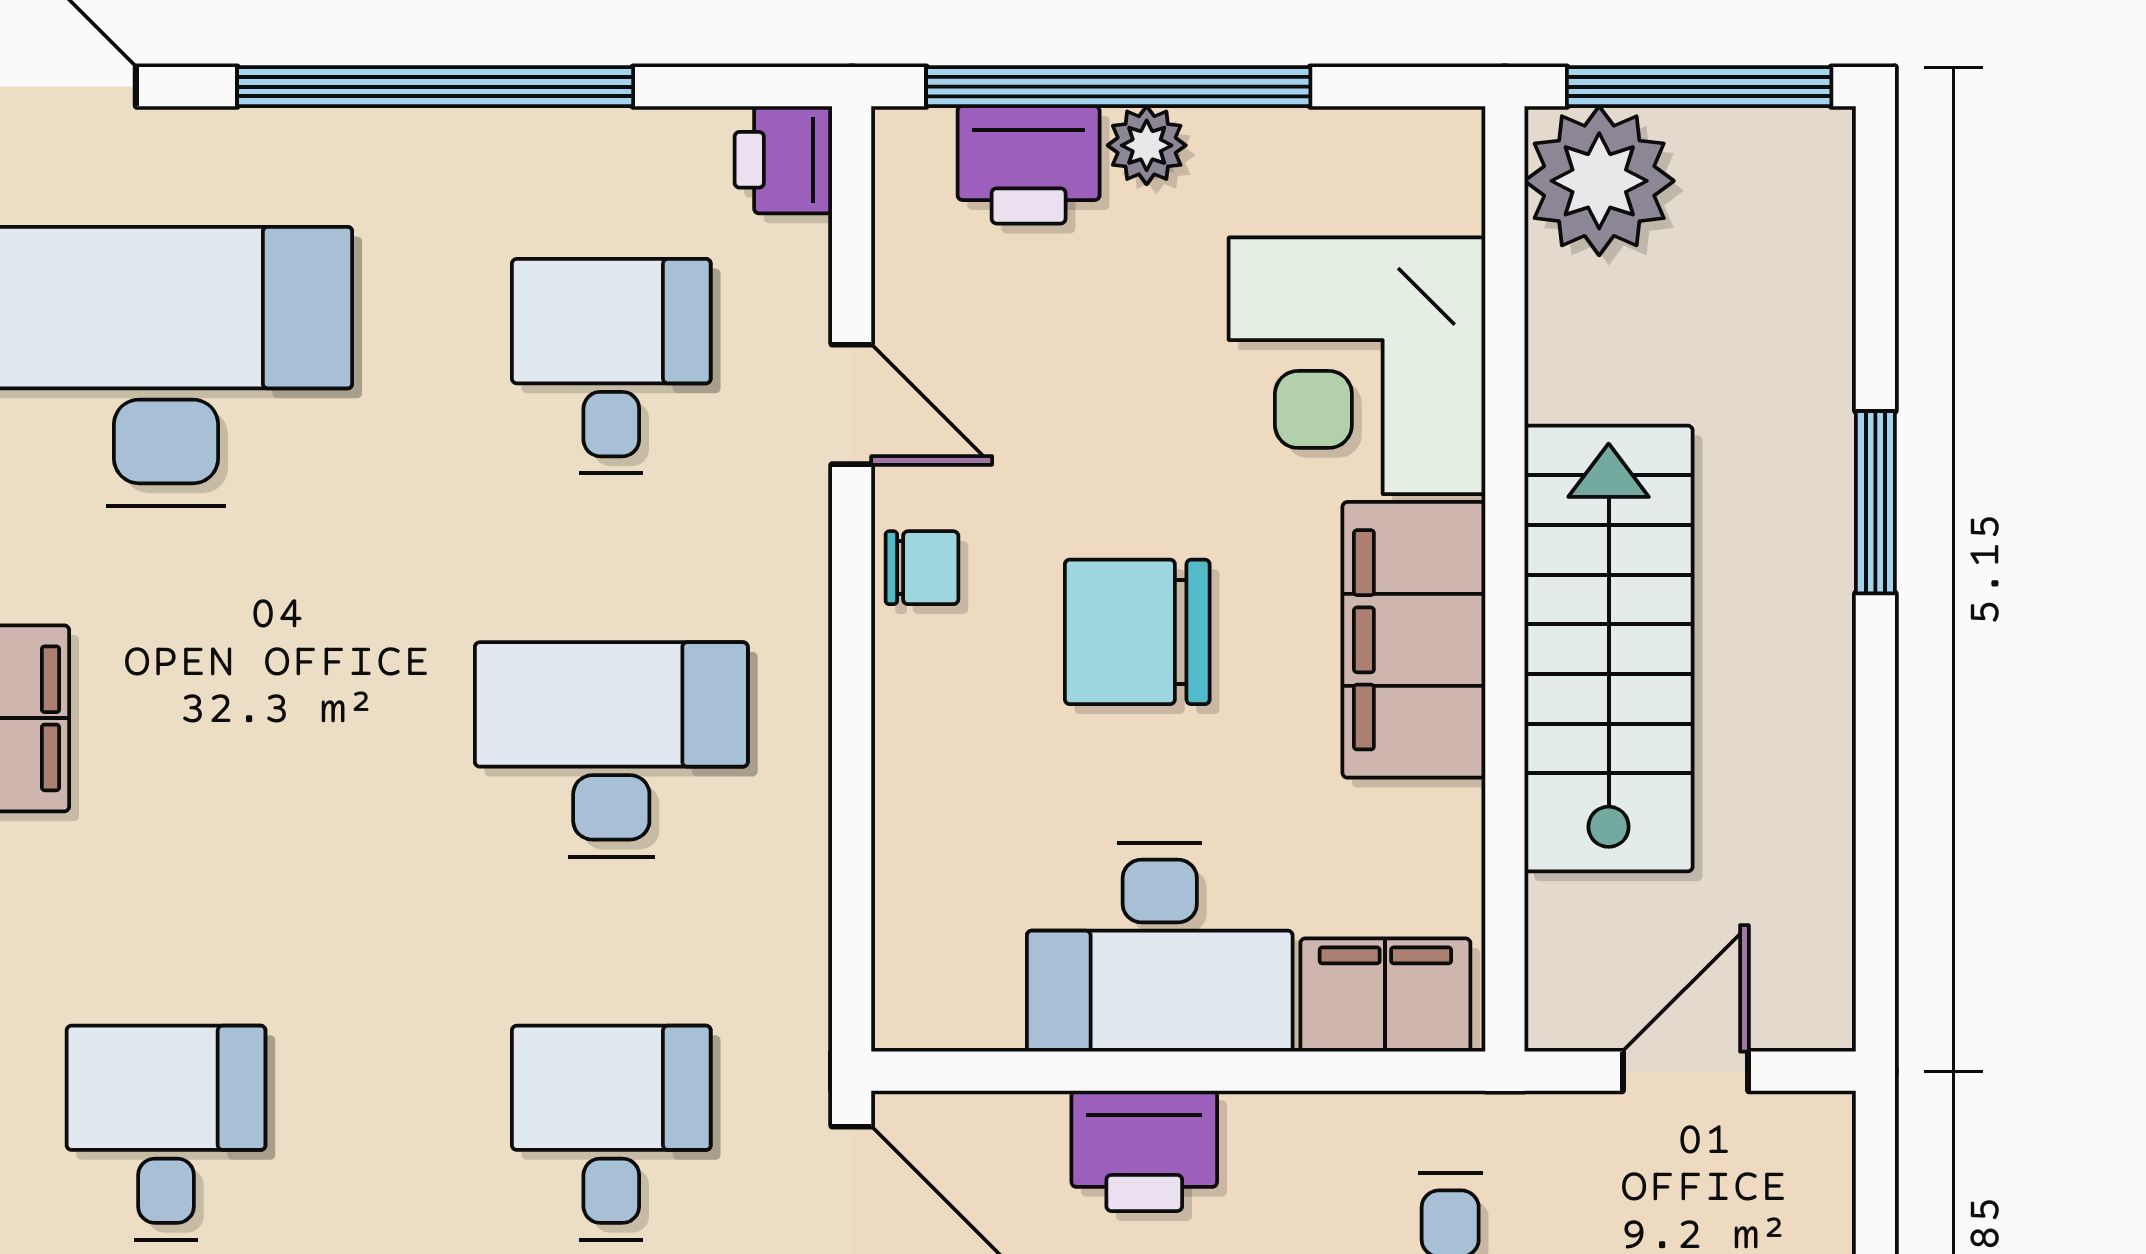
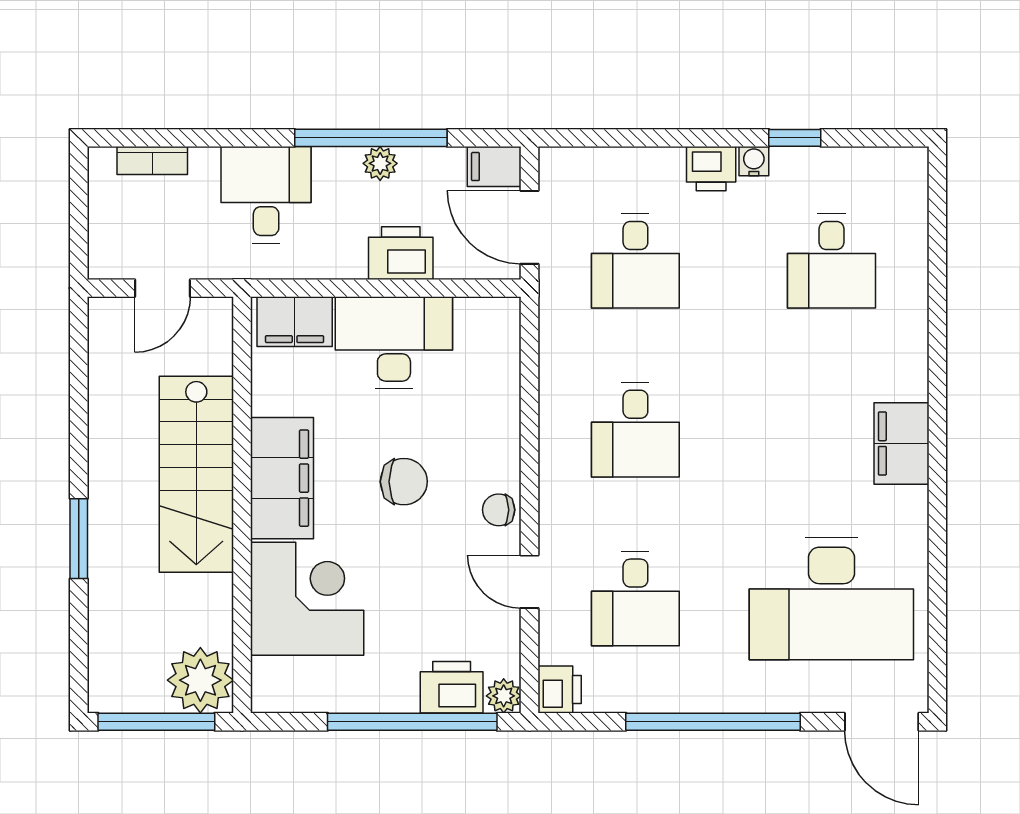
plant: (1147, 145) -> (504, 696), moved
chair: (1137, 632) -> (404, 482), width x0.73, depth x0.73
desk: (611, 749) -> (635, 430), width x0.73

